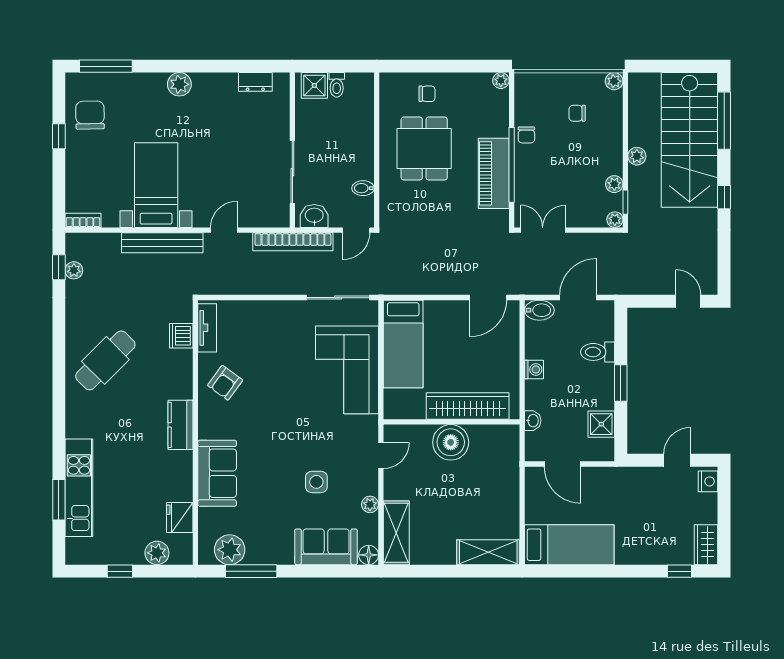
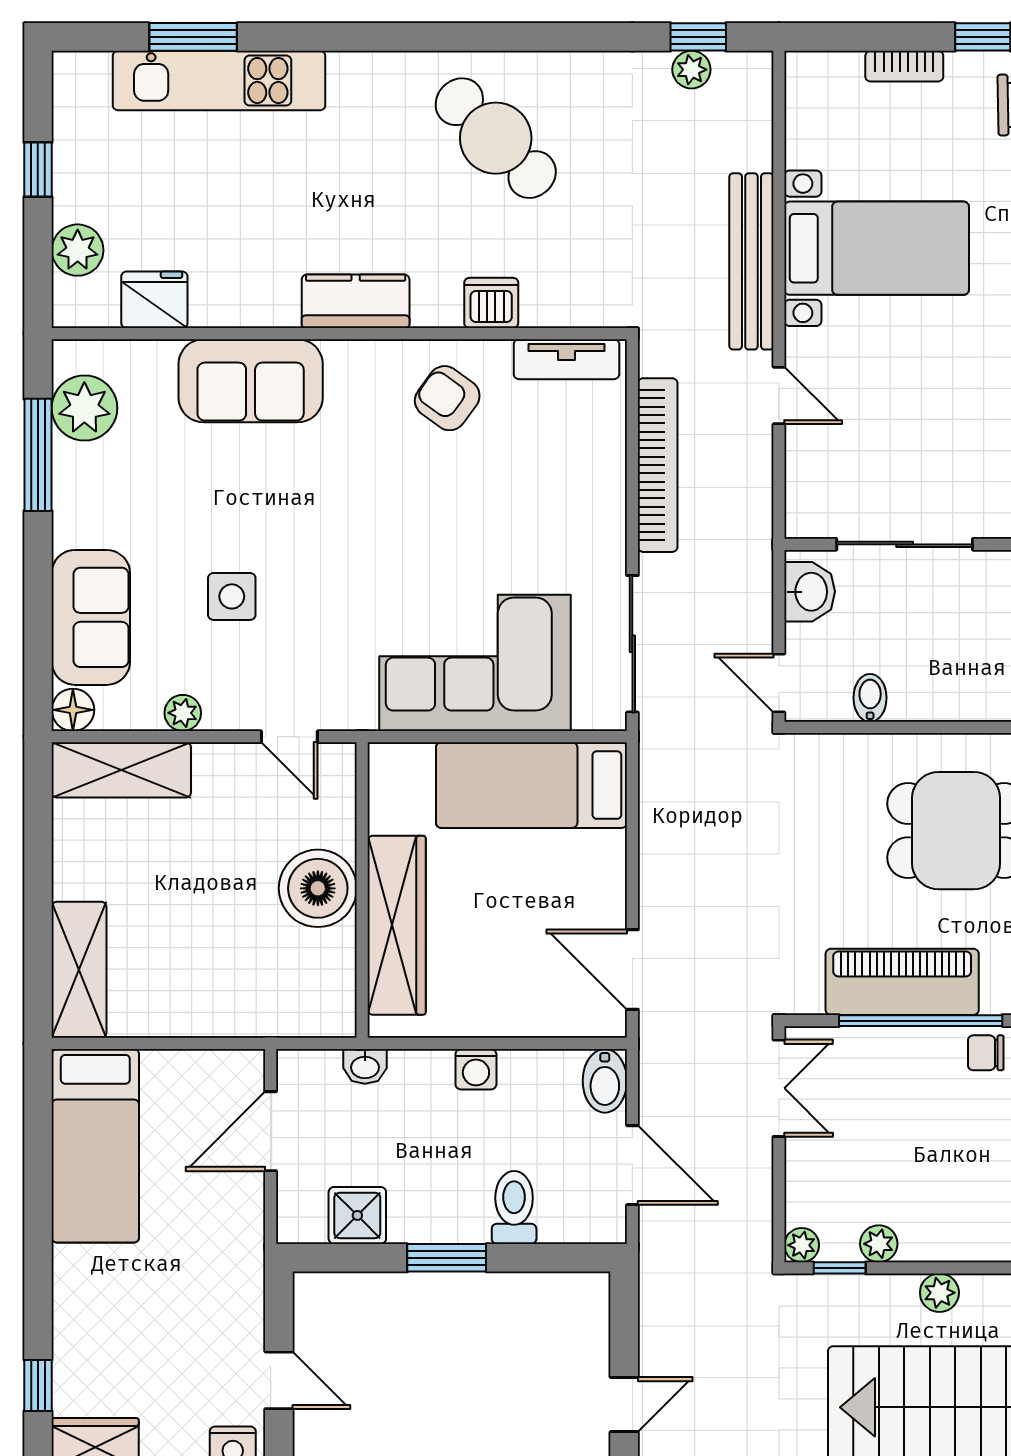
bookcase: (83, 220) -> (904, 66), moved, turned 90
bookcase: (293, 242) -> (658, 465), moved, turned 180
dishwasher: (181, 336) -> (491, 303), moved

